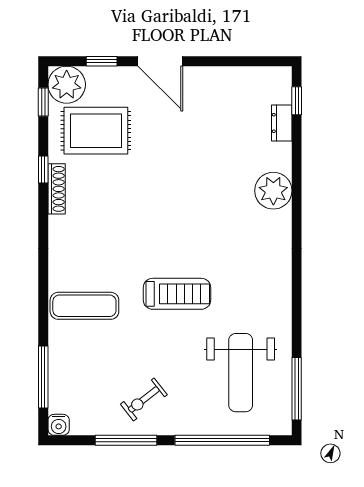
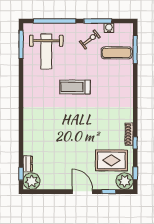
plant: (273, 191) -> (32, 181), moved
exercise mat: (84, 306) -> (117, 53), moved
weight bench: (241, 373) -> (46, 51), turned 180
water cooler: (59, 425) -> (109, 28), moved

